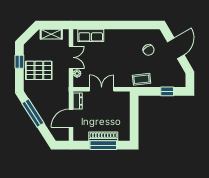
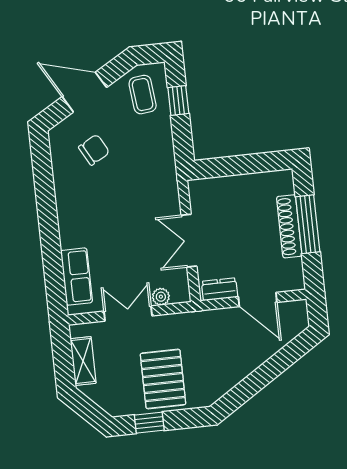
coffee table: (142, 79) -> (143, 95), moved
window: (33, 113) -> (256, 382), removed

